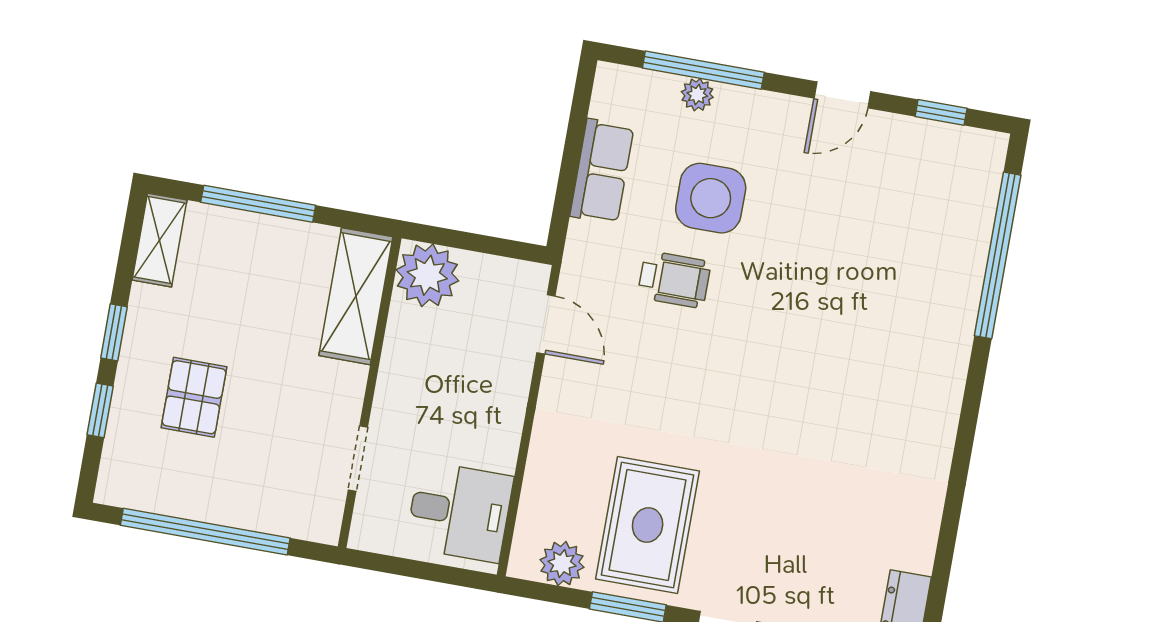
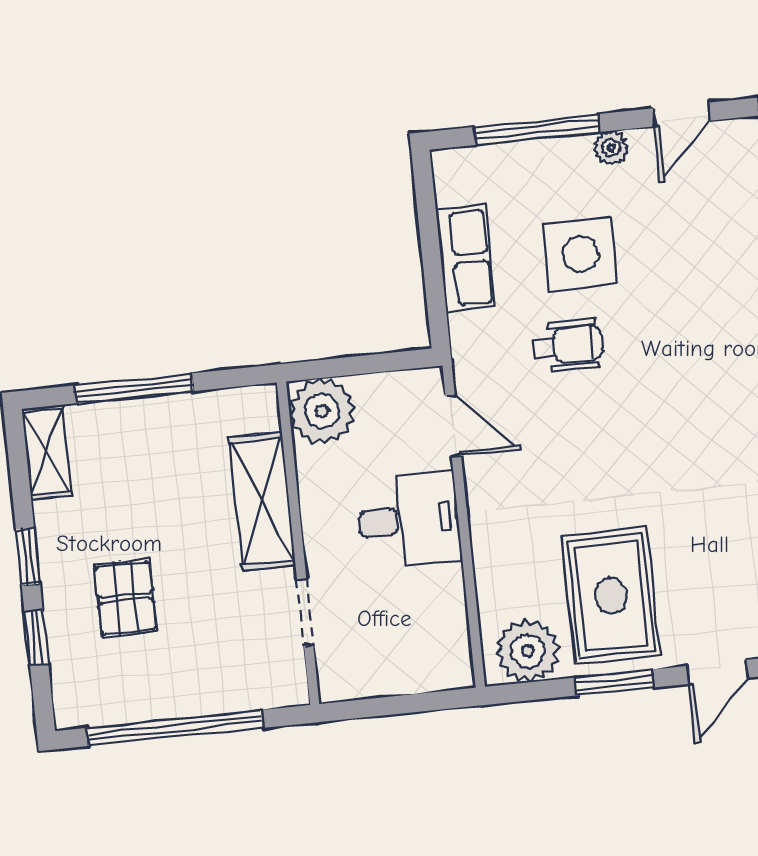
plant: (697, 95) -> (611, 148), moved
shelving: (356, 296) -> (262, 501), moved
desk: (459, 512) -> (409, 520), moved
plant: (562, 564) -> (528, 651), width x1.36, depth x1.36

